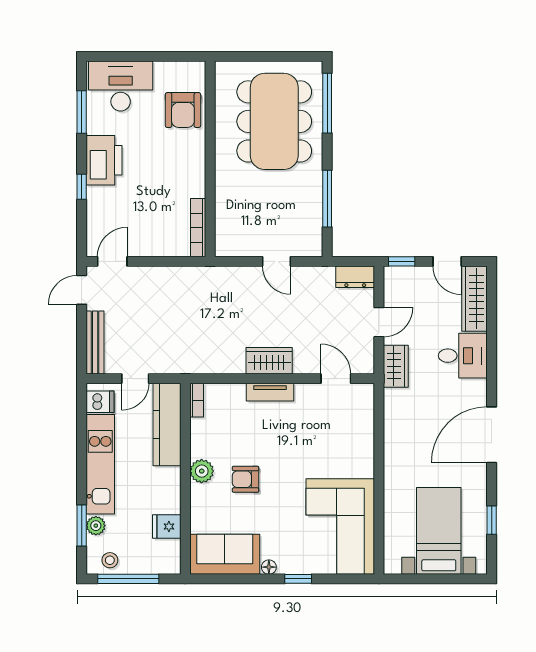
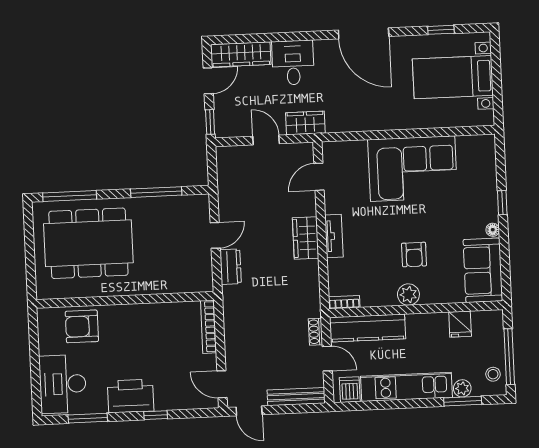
armchair: (183, 110) -> (82, 326), turned 180
bookcase: (198, 228) -> (209, 327), moved, turned 90
dresser: (355, 277) -> (231, 267), moved
shoe rack: (166, 367) -> (315, 332), added
corner sofa: (340, 527) -> (413, 169), moved

